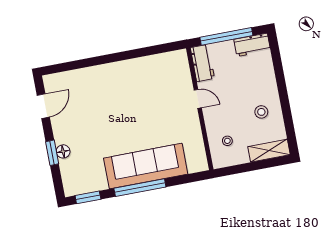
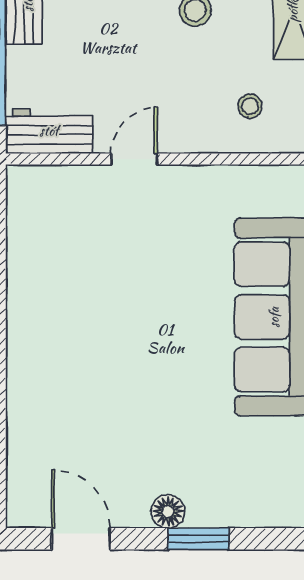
floor lamp: (63, 151) -> (168, 511), moved

